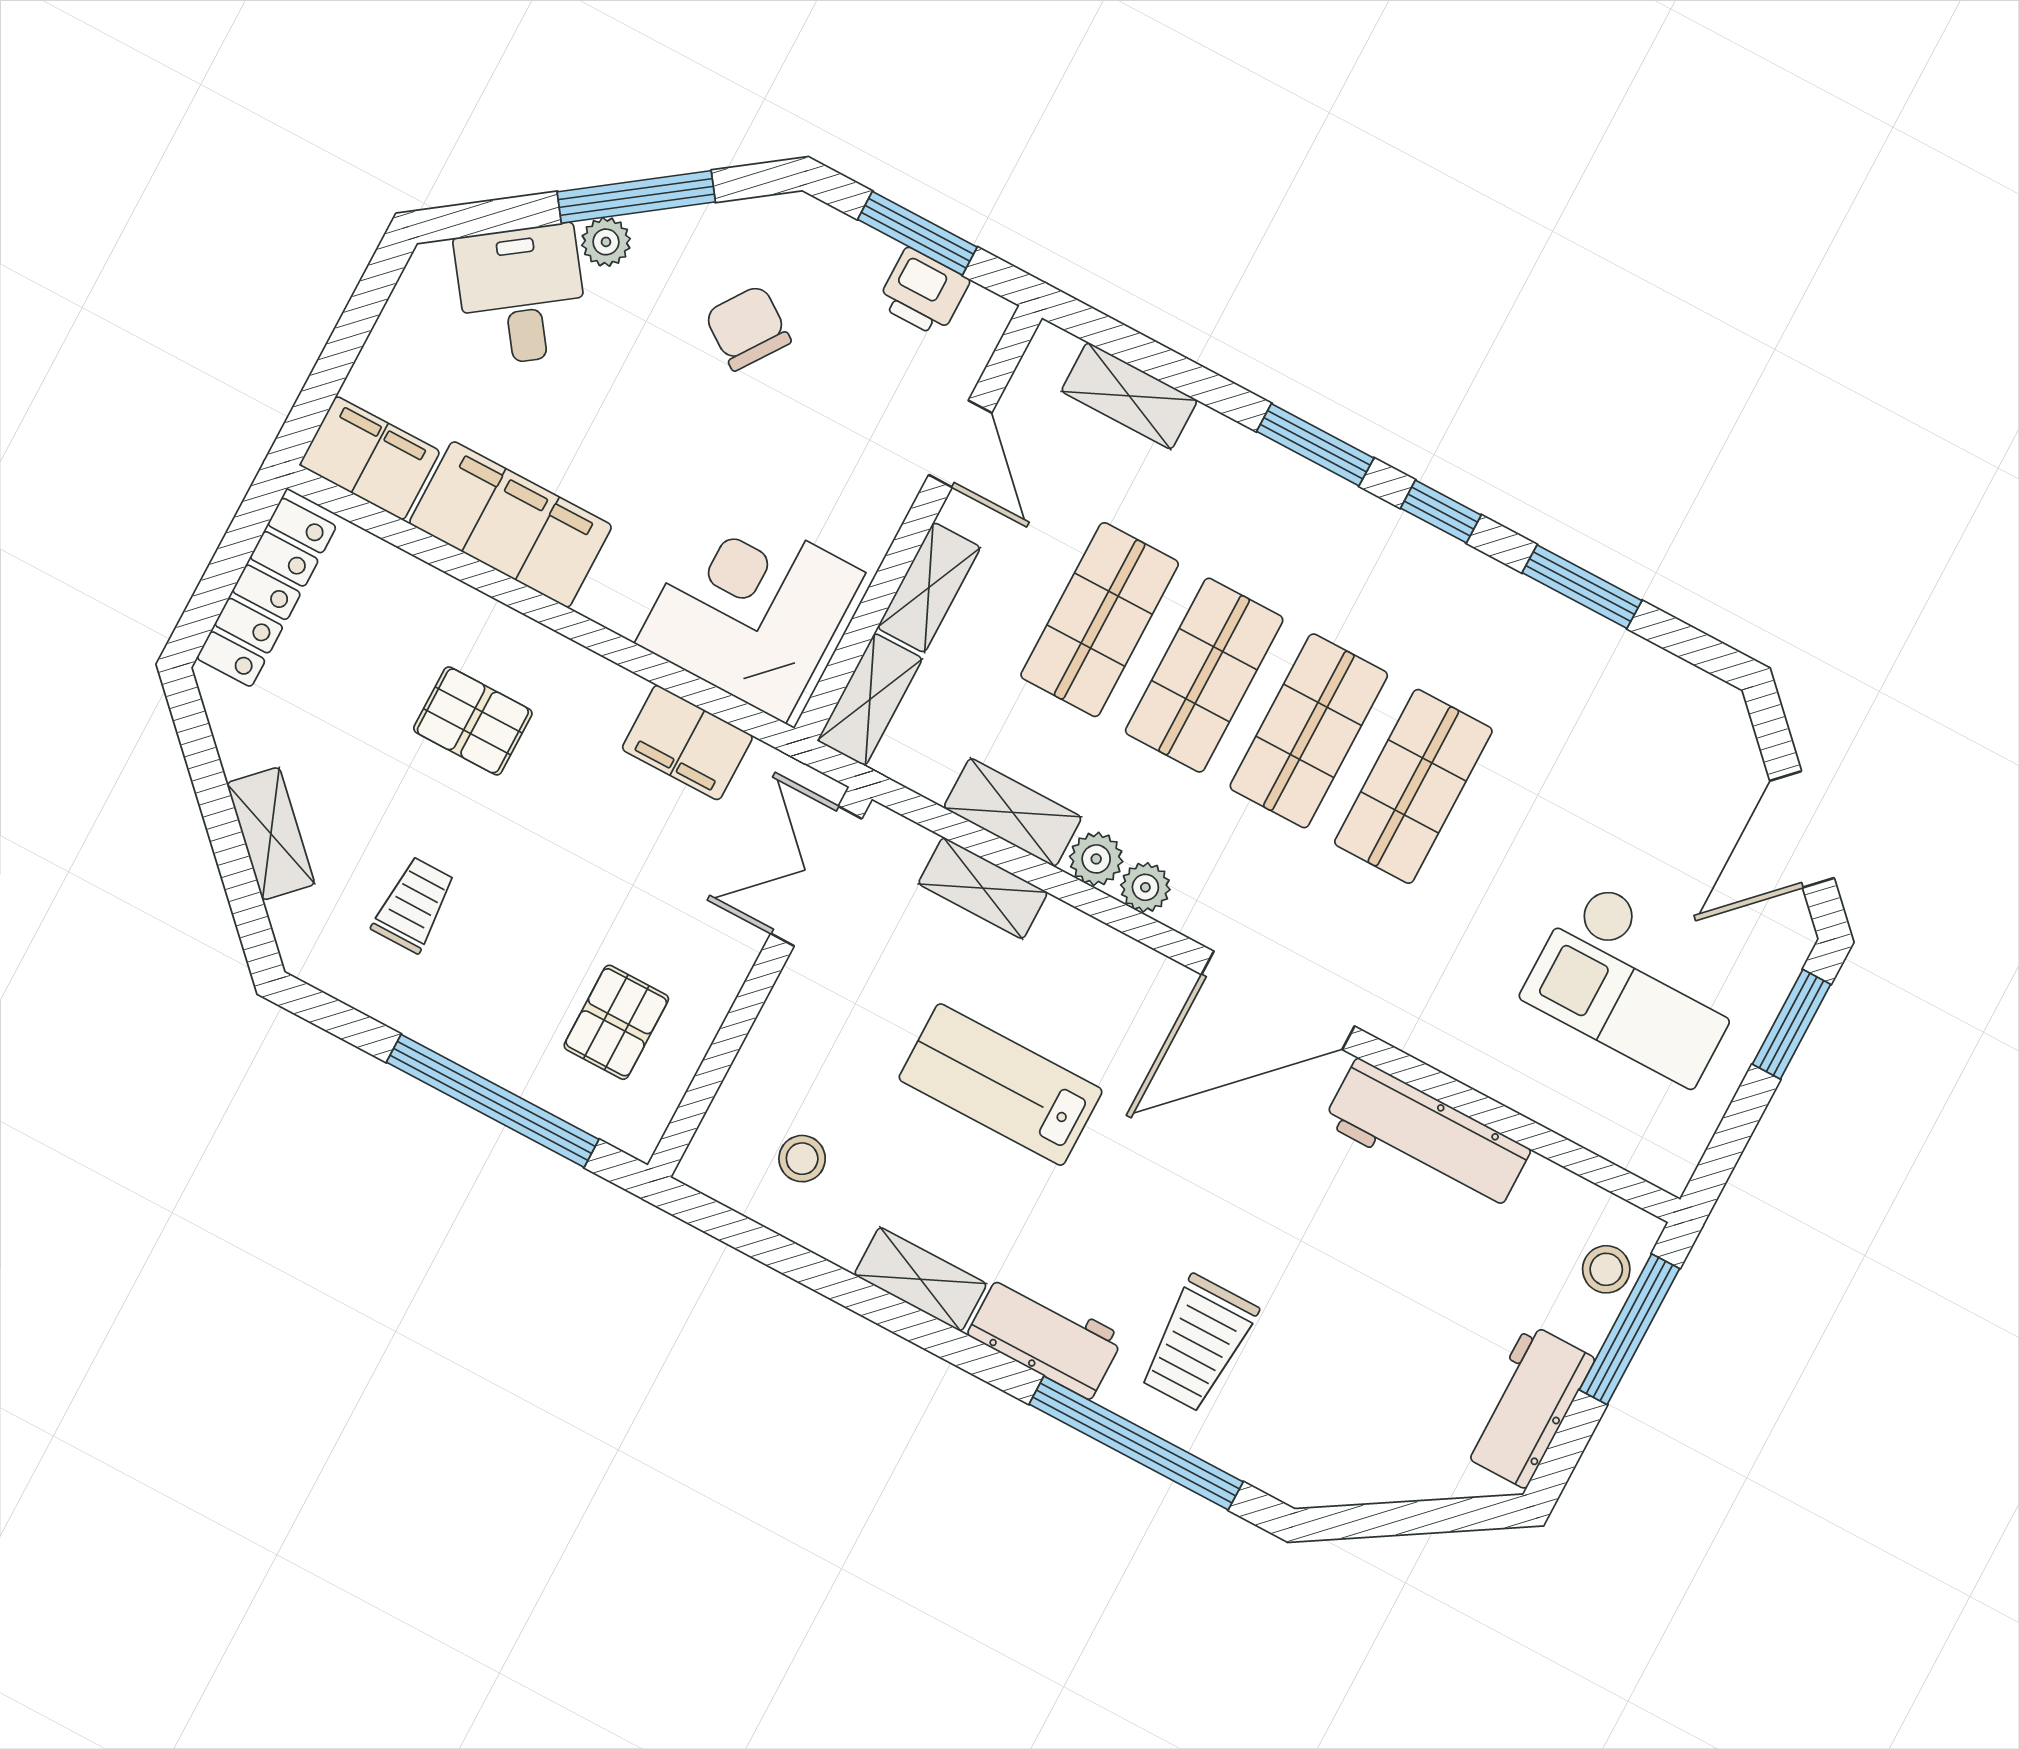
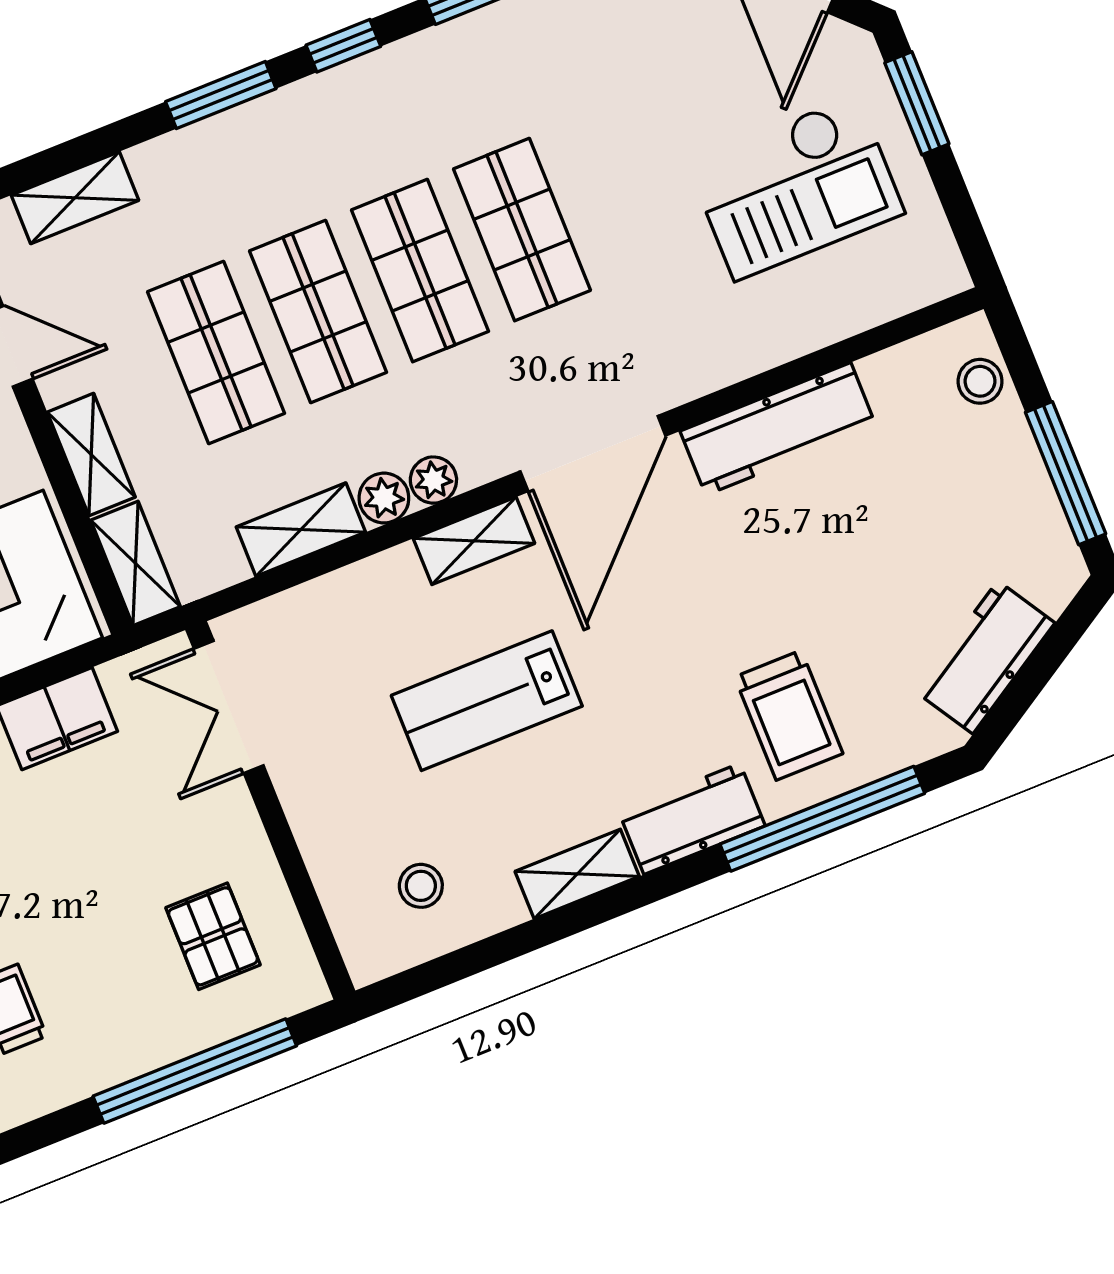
shelving: (983, 888) -> (474, 541), moved
window: (1629, 1329) -> (1066, 473), moved
workbench: (1527, 1406) -> (985, 657), moved, turned 58

